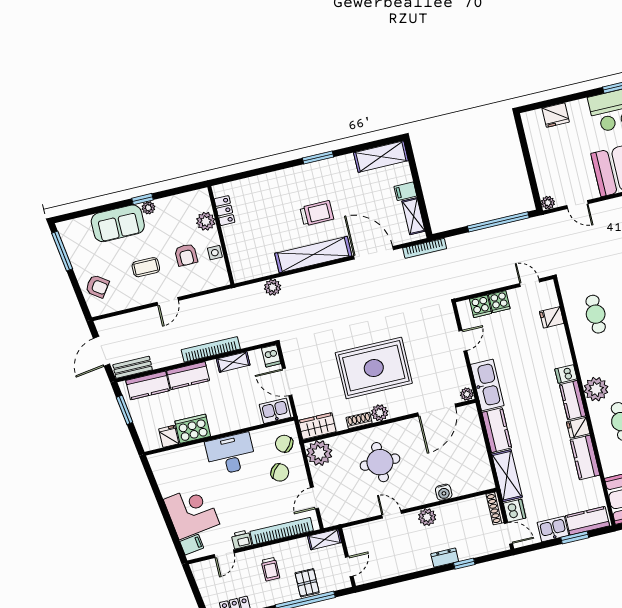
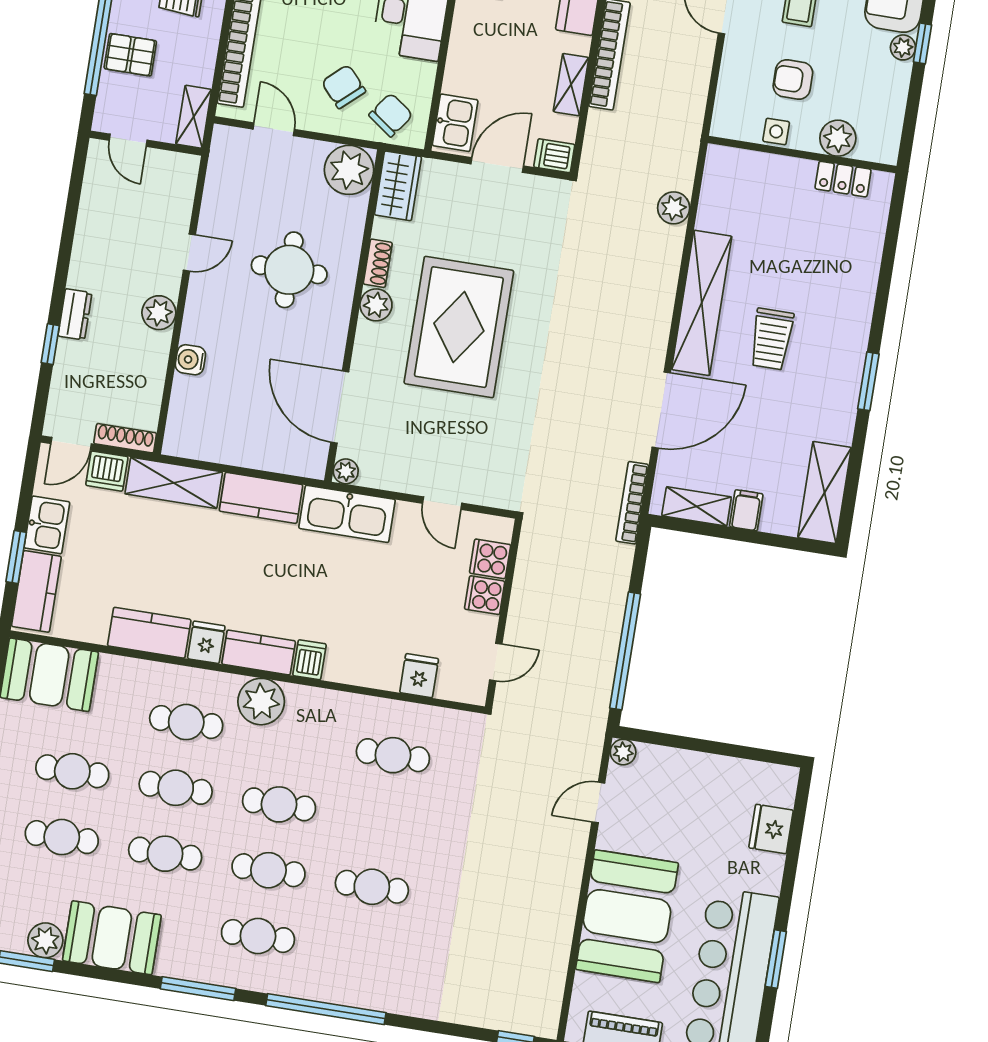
chair: (280, 472) -> (344, 87), turned 100

